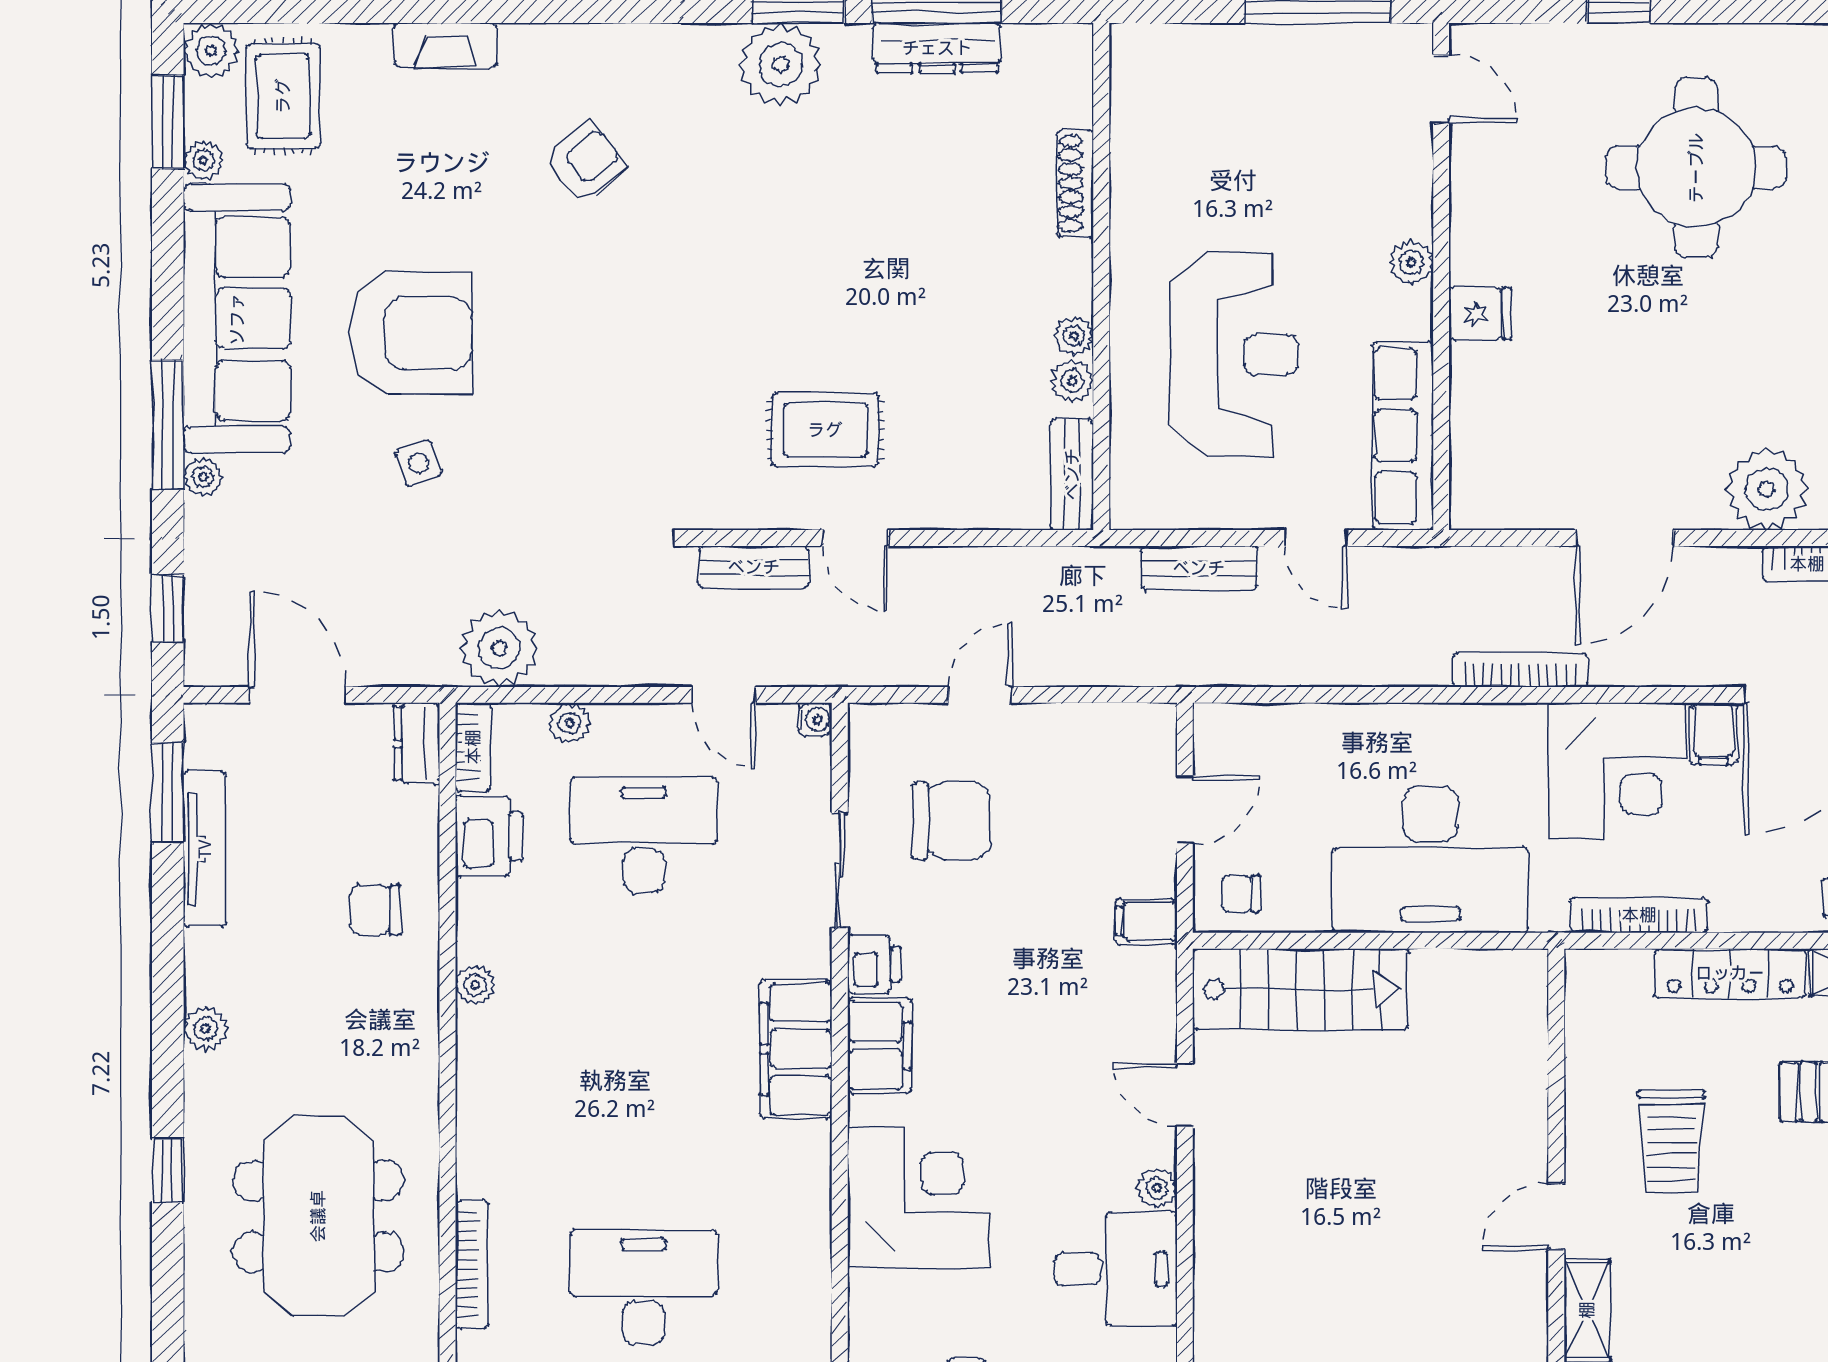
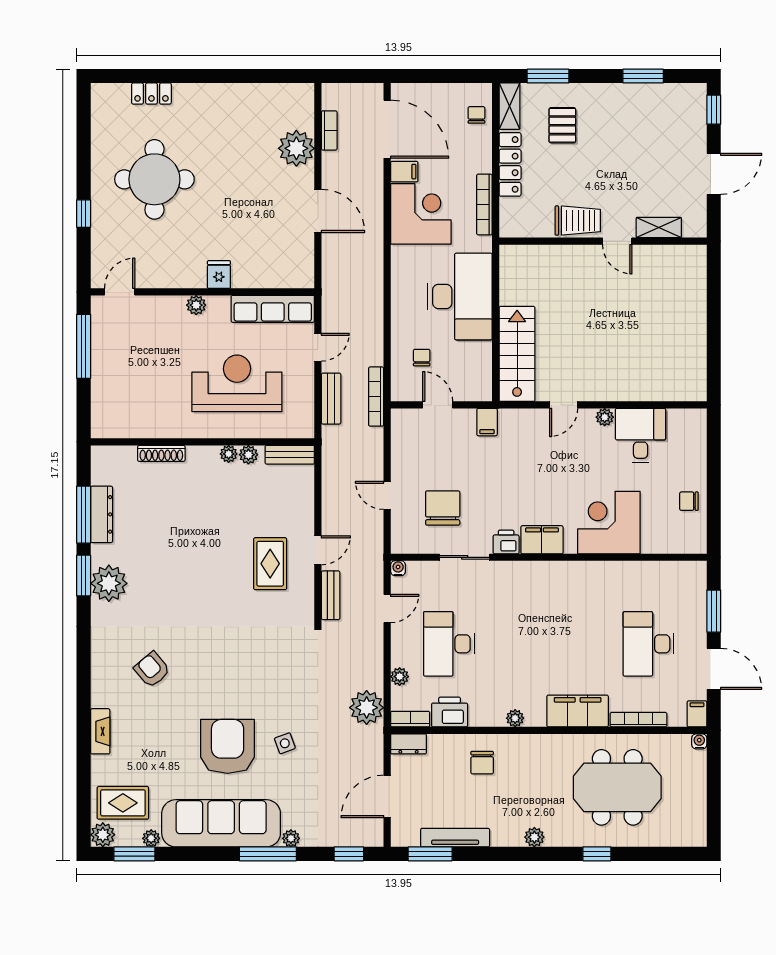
bookcase: (1520, 670) -> (376, 397), moved
chair: (1240, 894) -> (422, 358), moved, turned 180
filing cabinet: (796, 1049) -> (578, 711), moved, turned 180
trolley: (1671, 1141) -> (578, 221), moved

